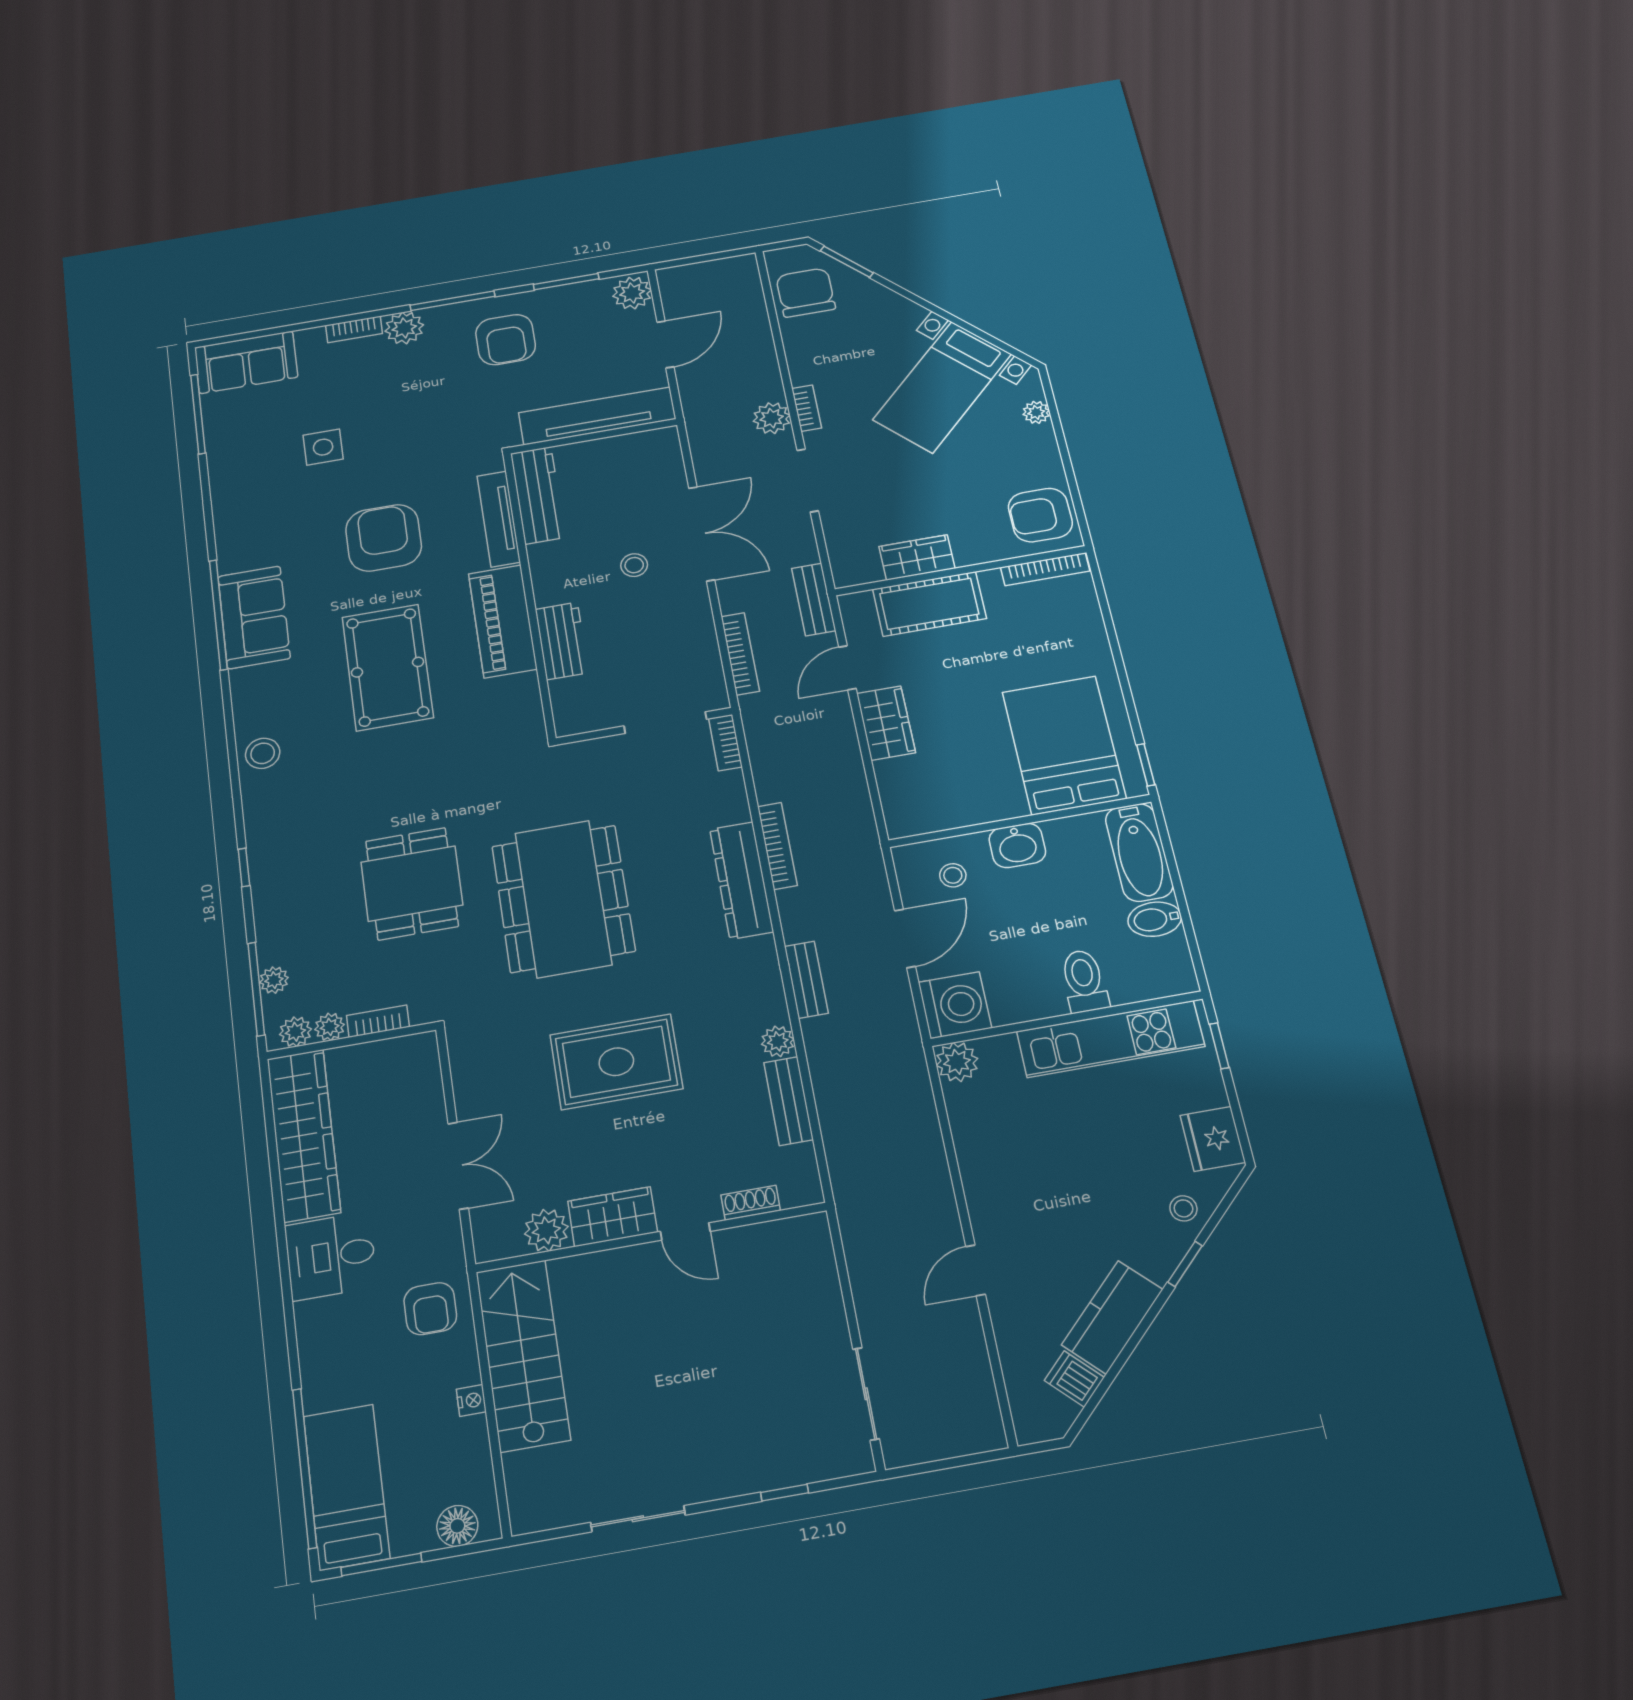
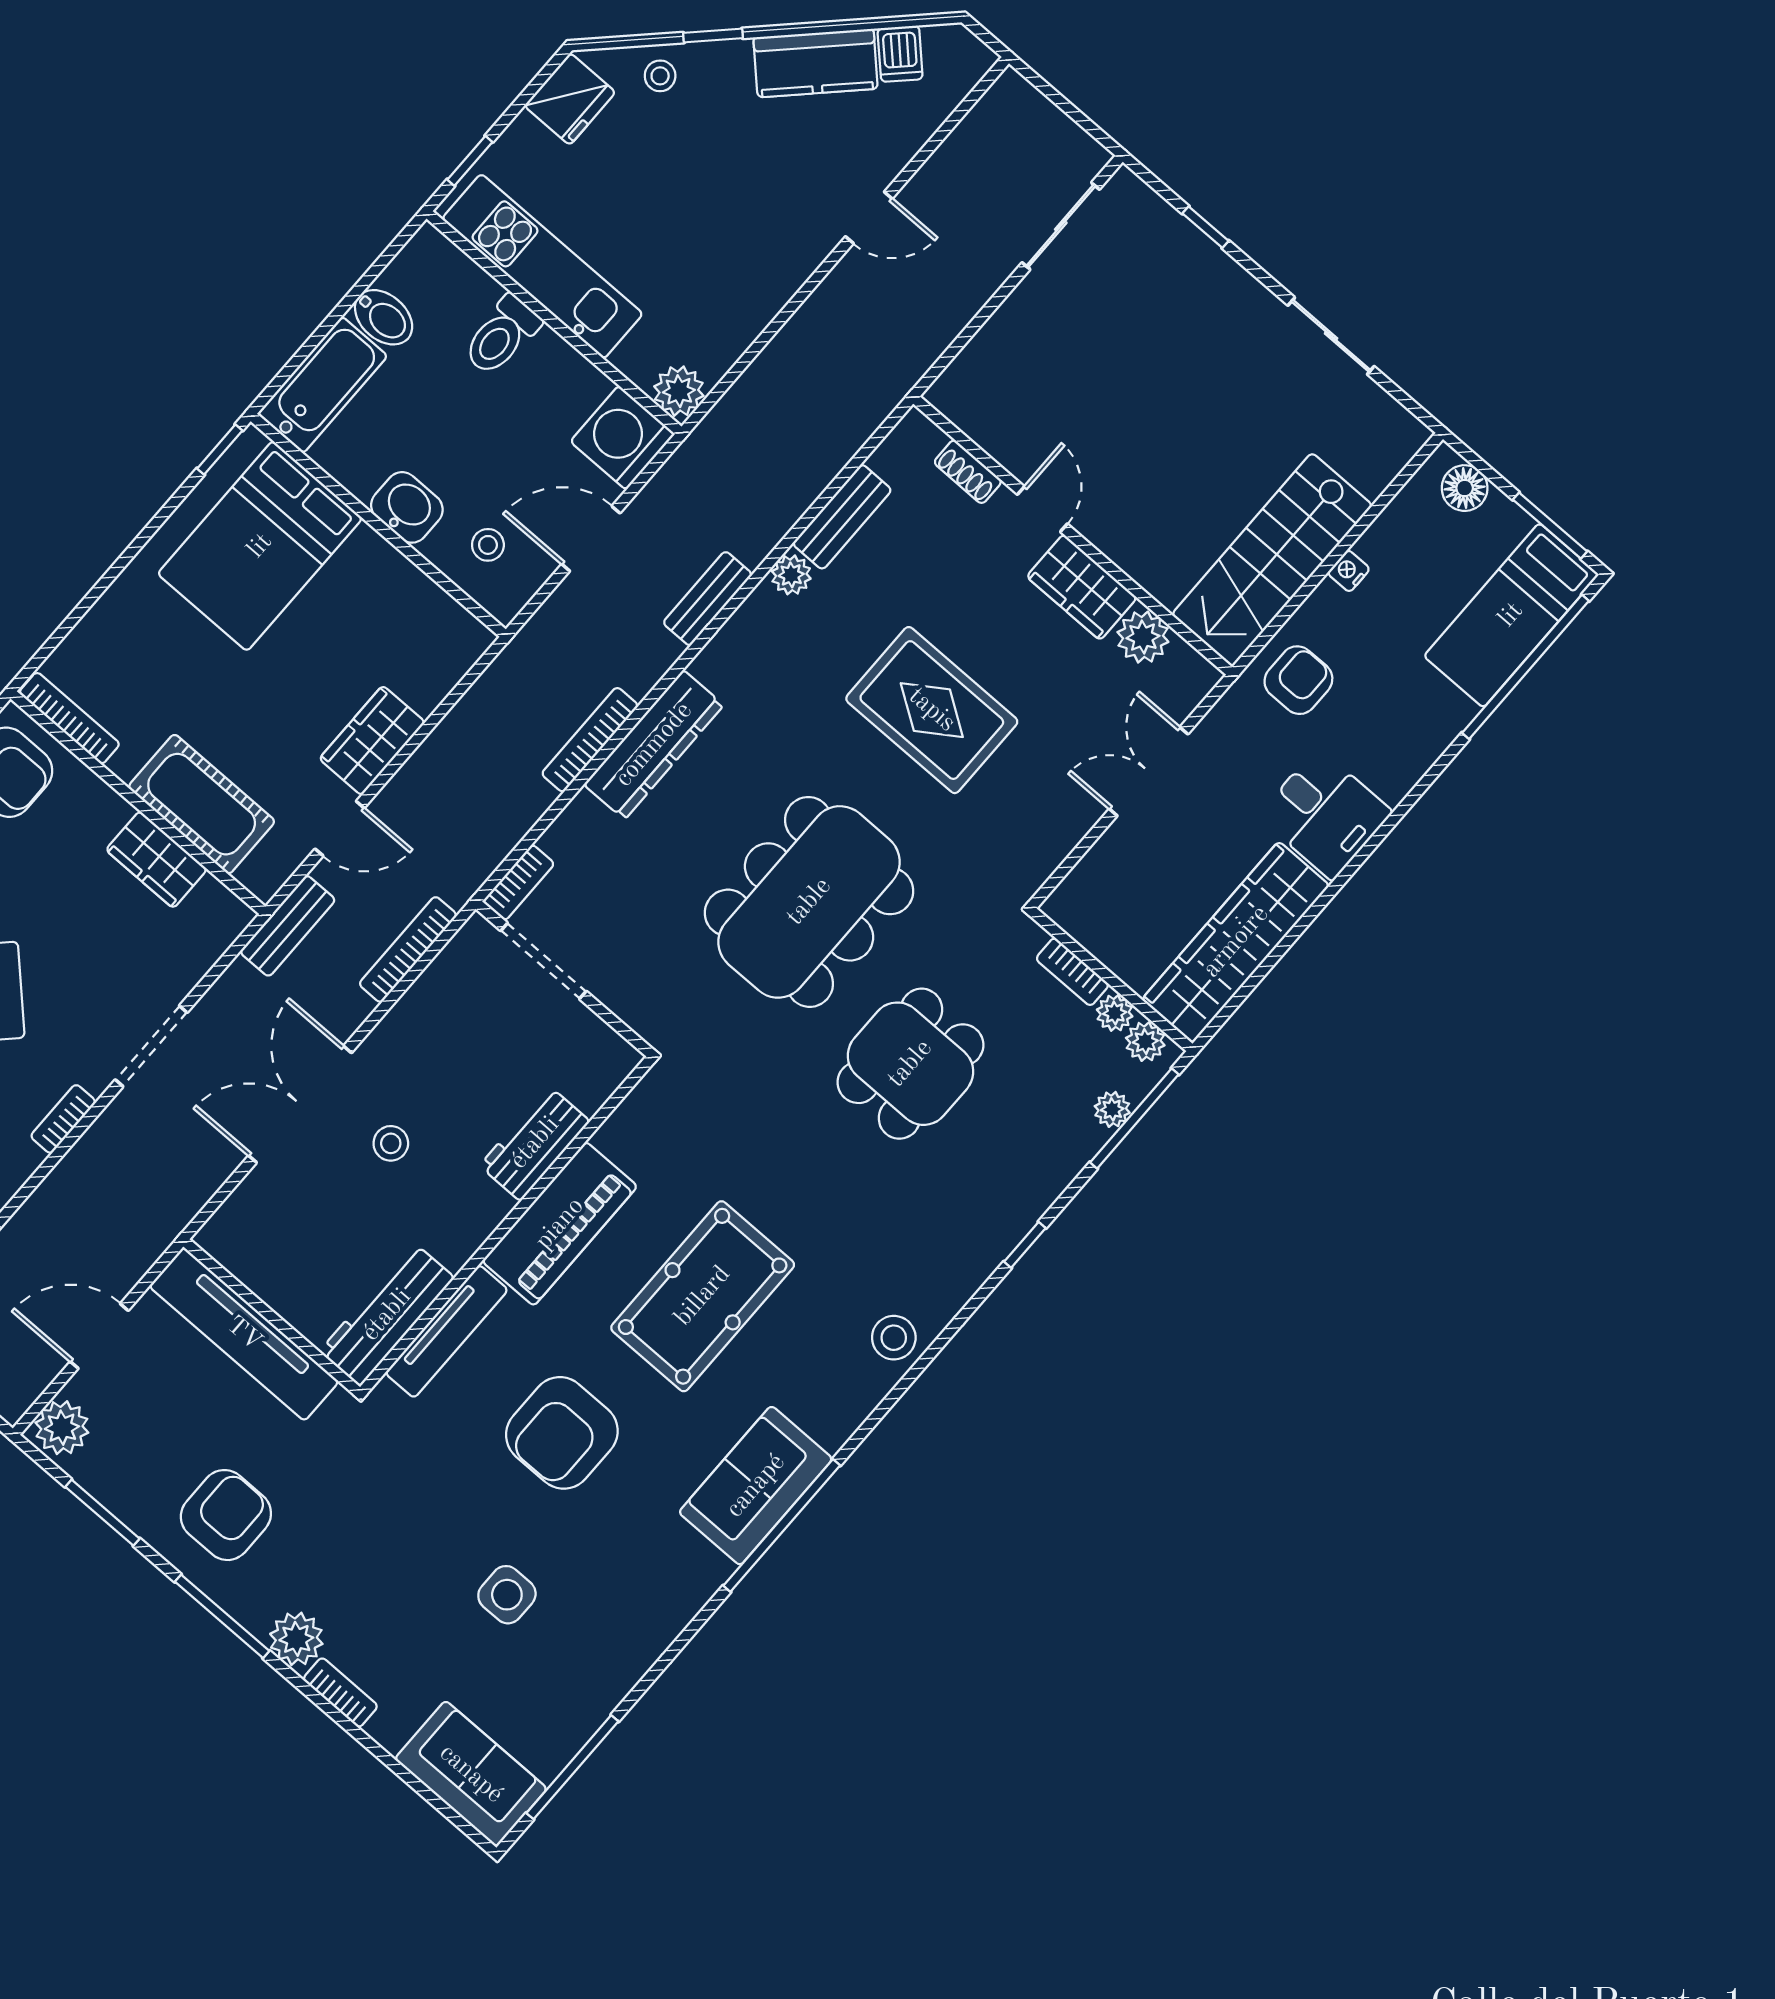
plant: (772, 418) -> (104, 1146), removed

